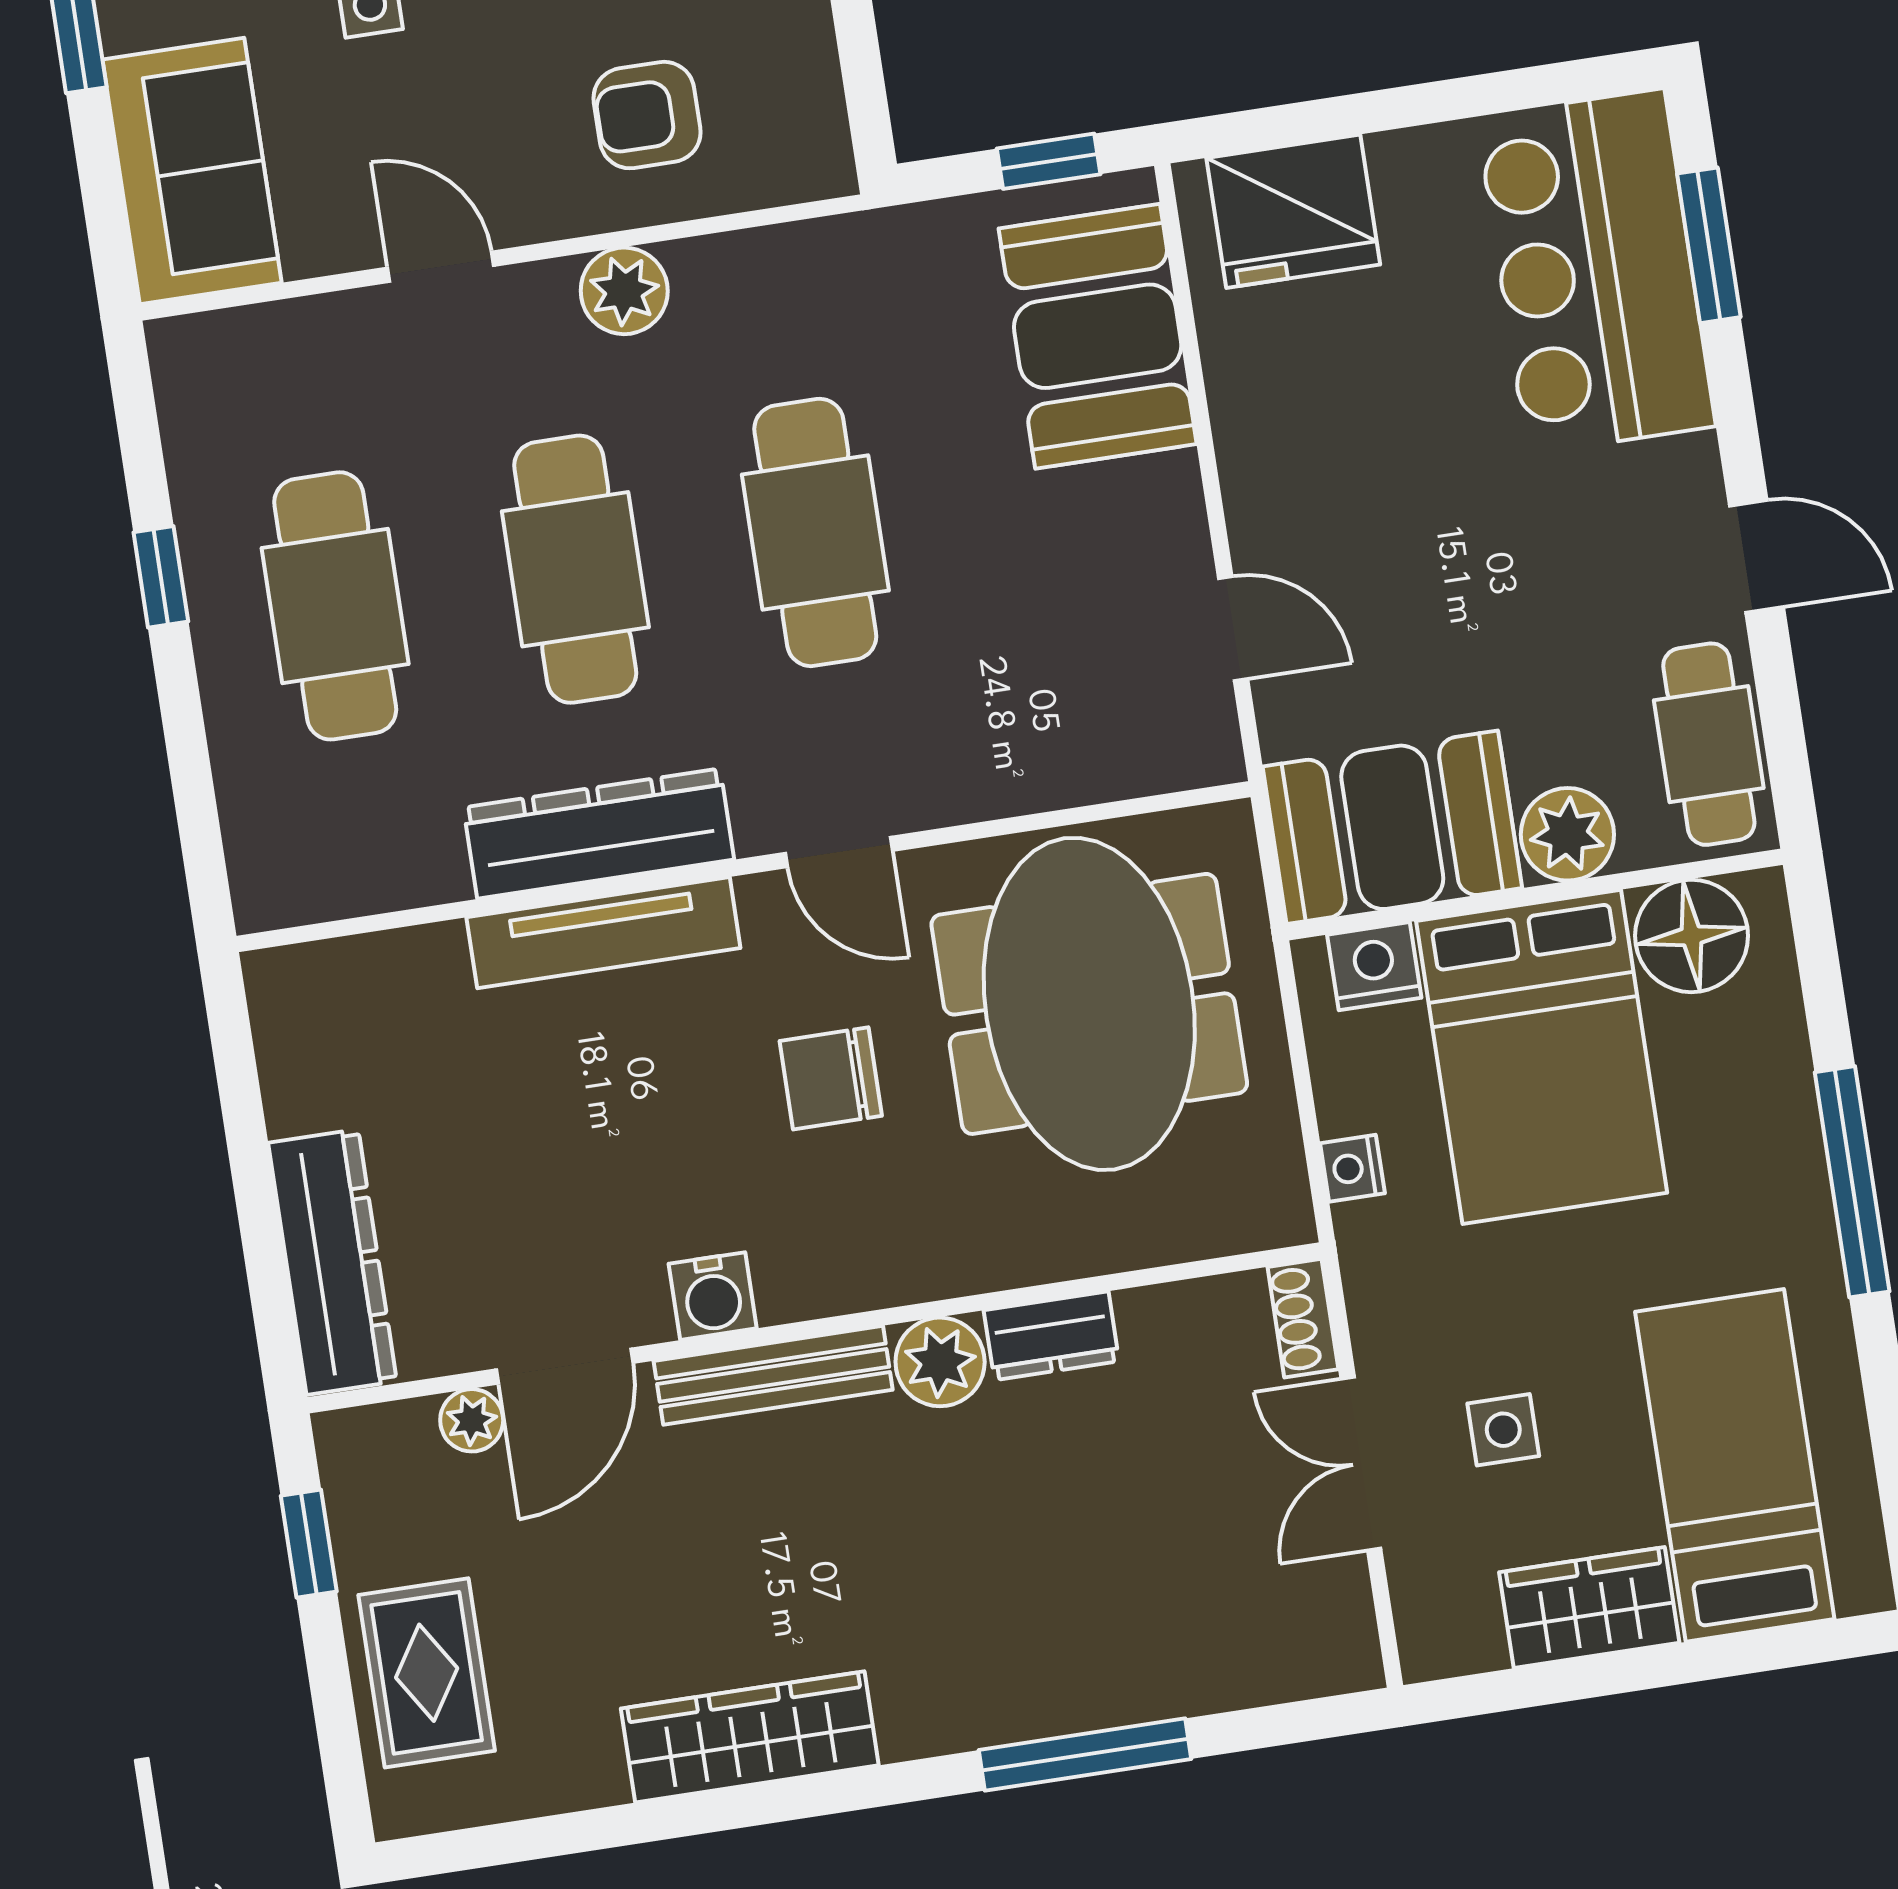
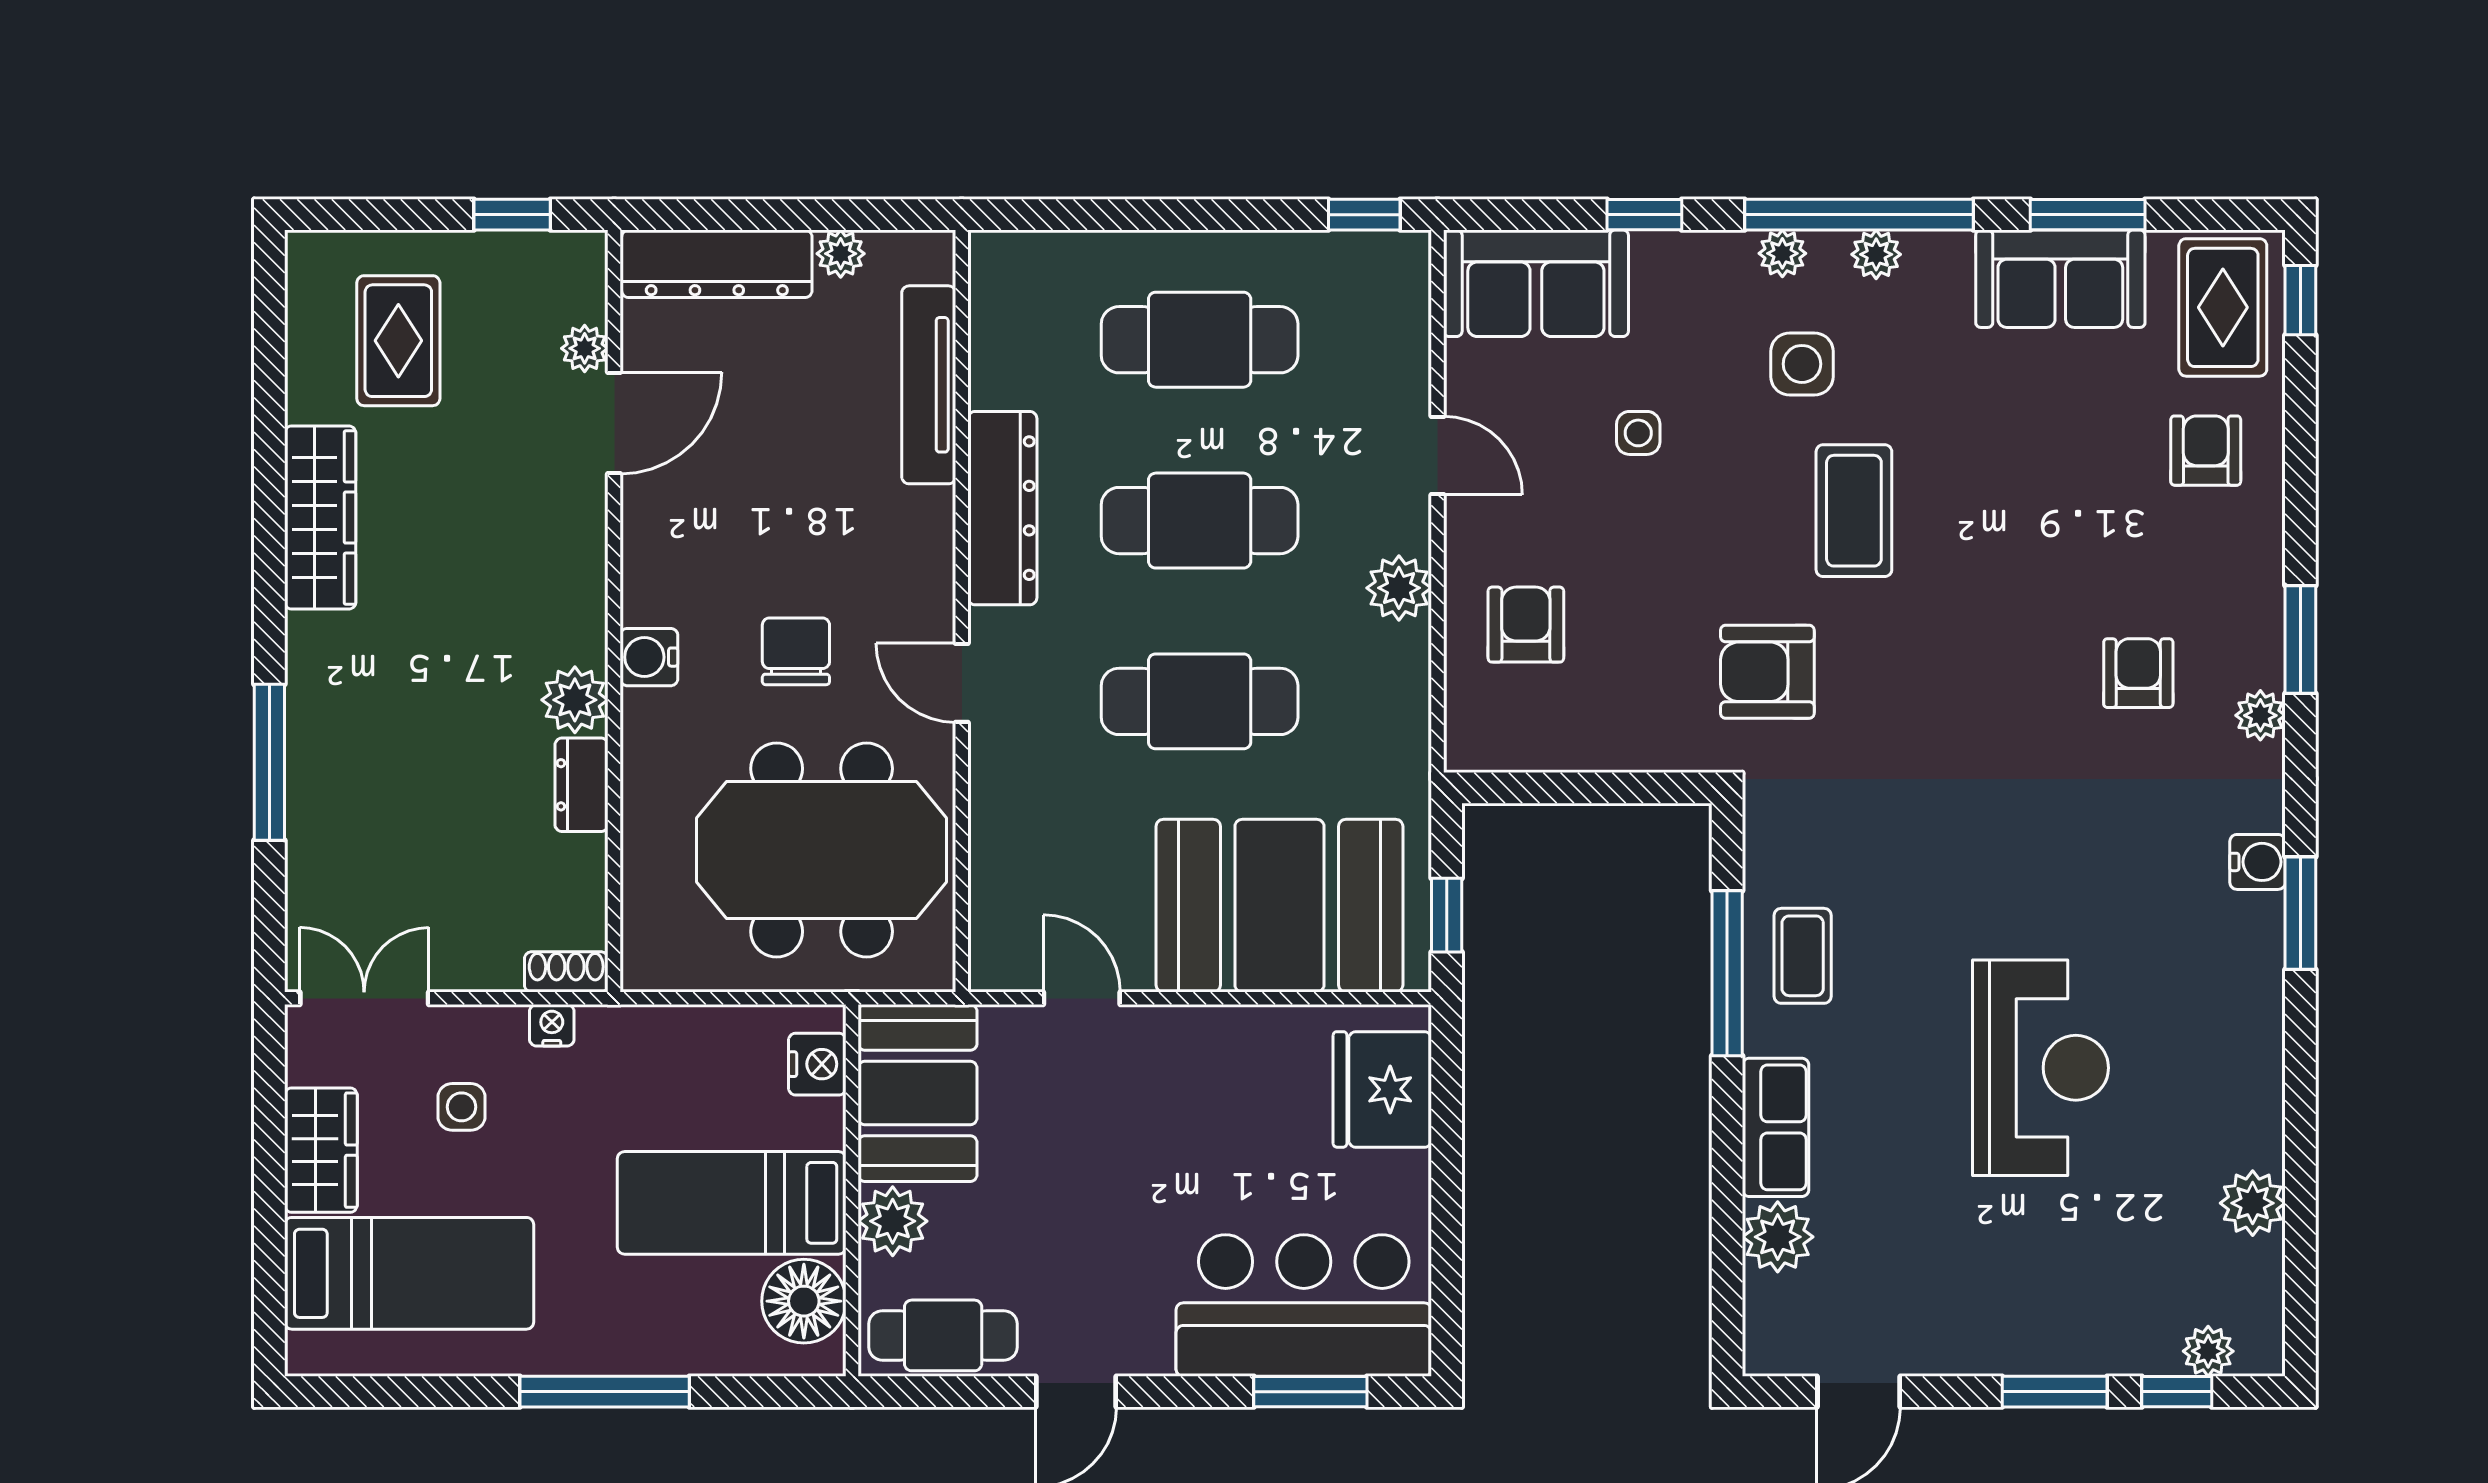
door: (441, 267) -> (1437, 456), hinge flipped
booth: (1098, 336) -> (1279, 906), width x1.36, depth x1.42
window: (161, 577) -> (1364, 215), moved
door: (1233, 629) -> (1082, 998), swing flipped
door: (839, 852) -> (962, 683), hinge flipped
tv unit: (603, 933) -> (929, 385), moved
bed: (1542, 1057) -> (732, 1203), width x0.67
plant: (294, 1100) -> (841, 254), added
nightstand: (1352, 1168) -> (552, 1025), moved
water cooler: (713, 1296) -> (649, 657), moved
door: (565, 1366) -> (614, 423), swing flipped
bench: (773, 1375) -> (584, 575), removed
double door: (1361, 1464) -> (364, 998), moved
rug: (427, 1673) -> (398, 341), moved, turned 90

